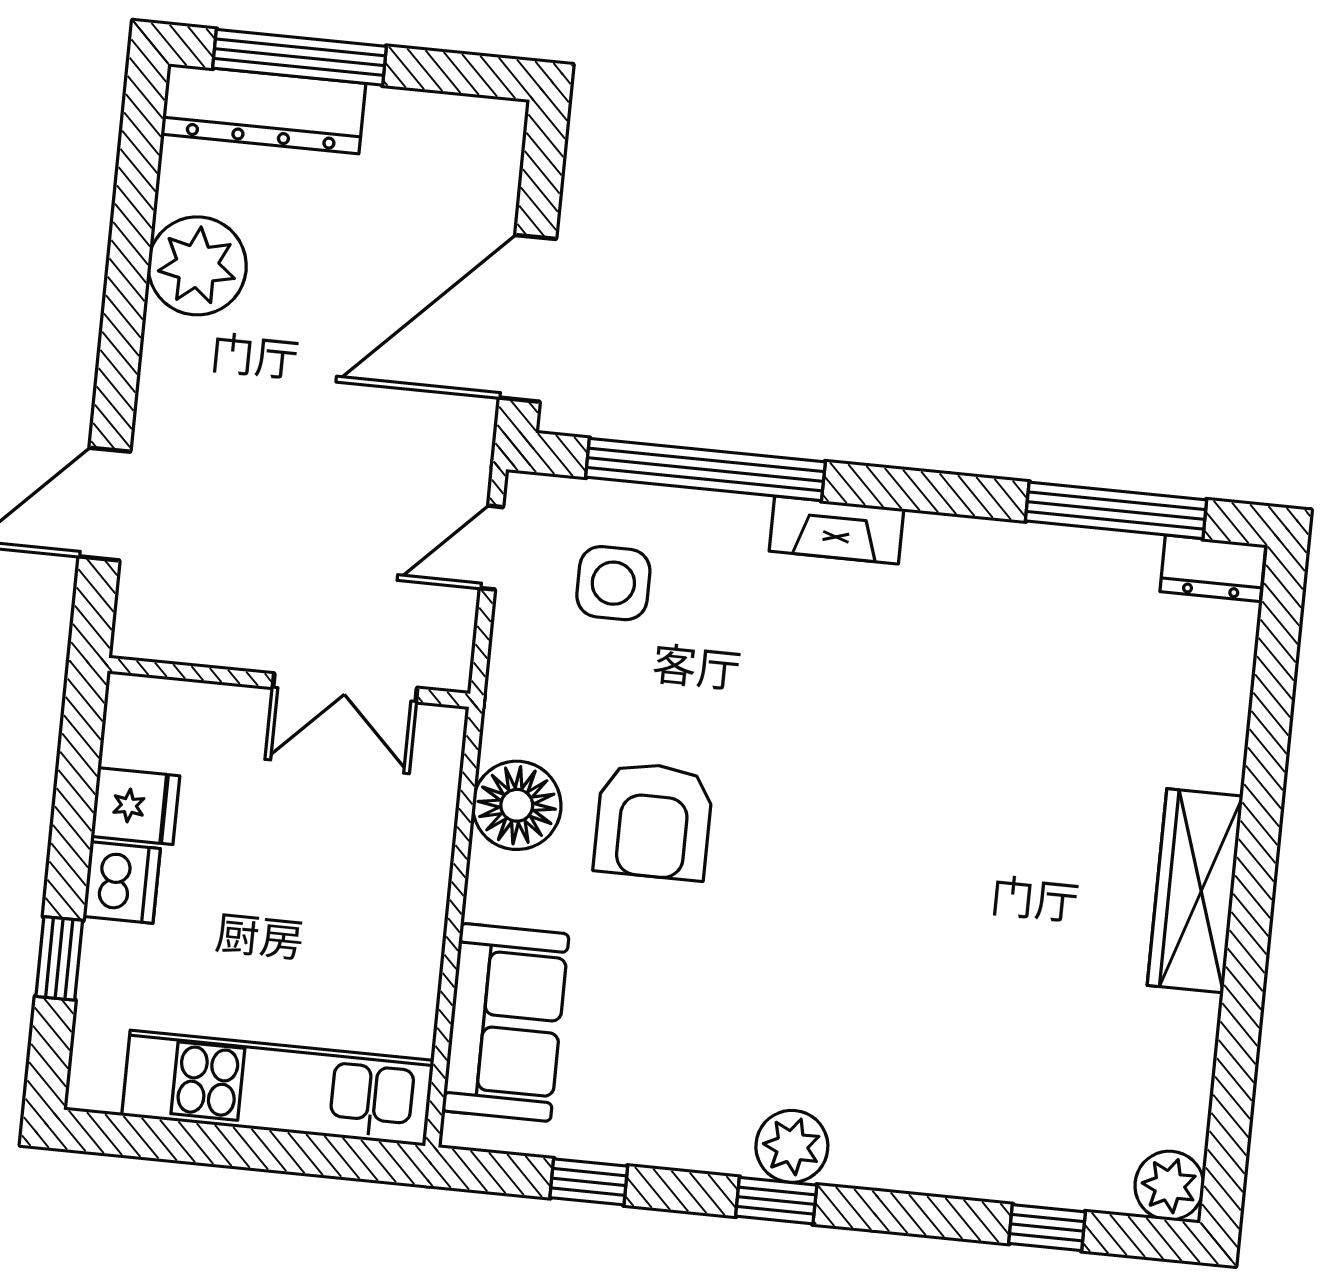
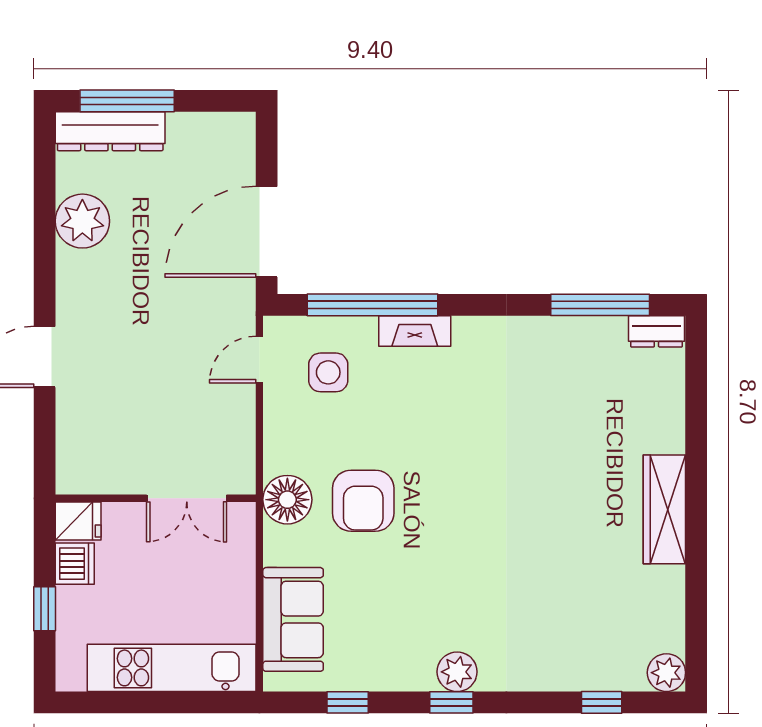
fireplace: (837, 530) -> (415, 331), moved
wall: (289, 682) -> (156, 498), moved
double door: (345, 688) -> (187, 498), moved

